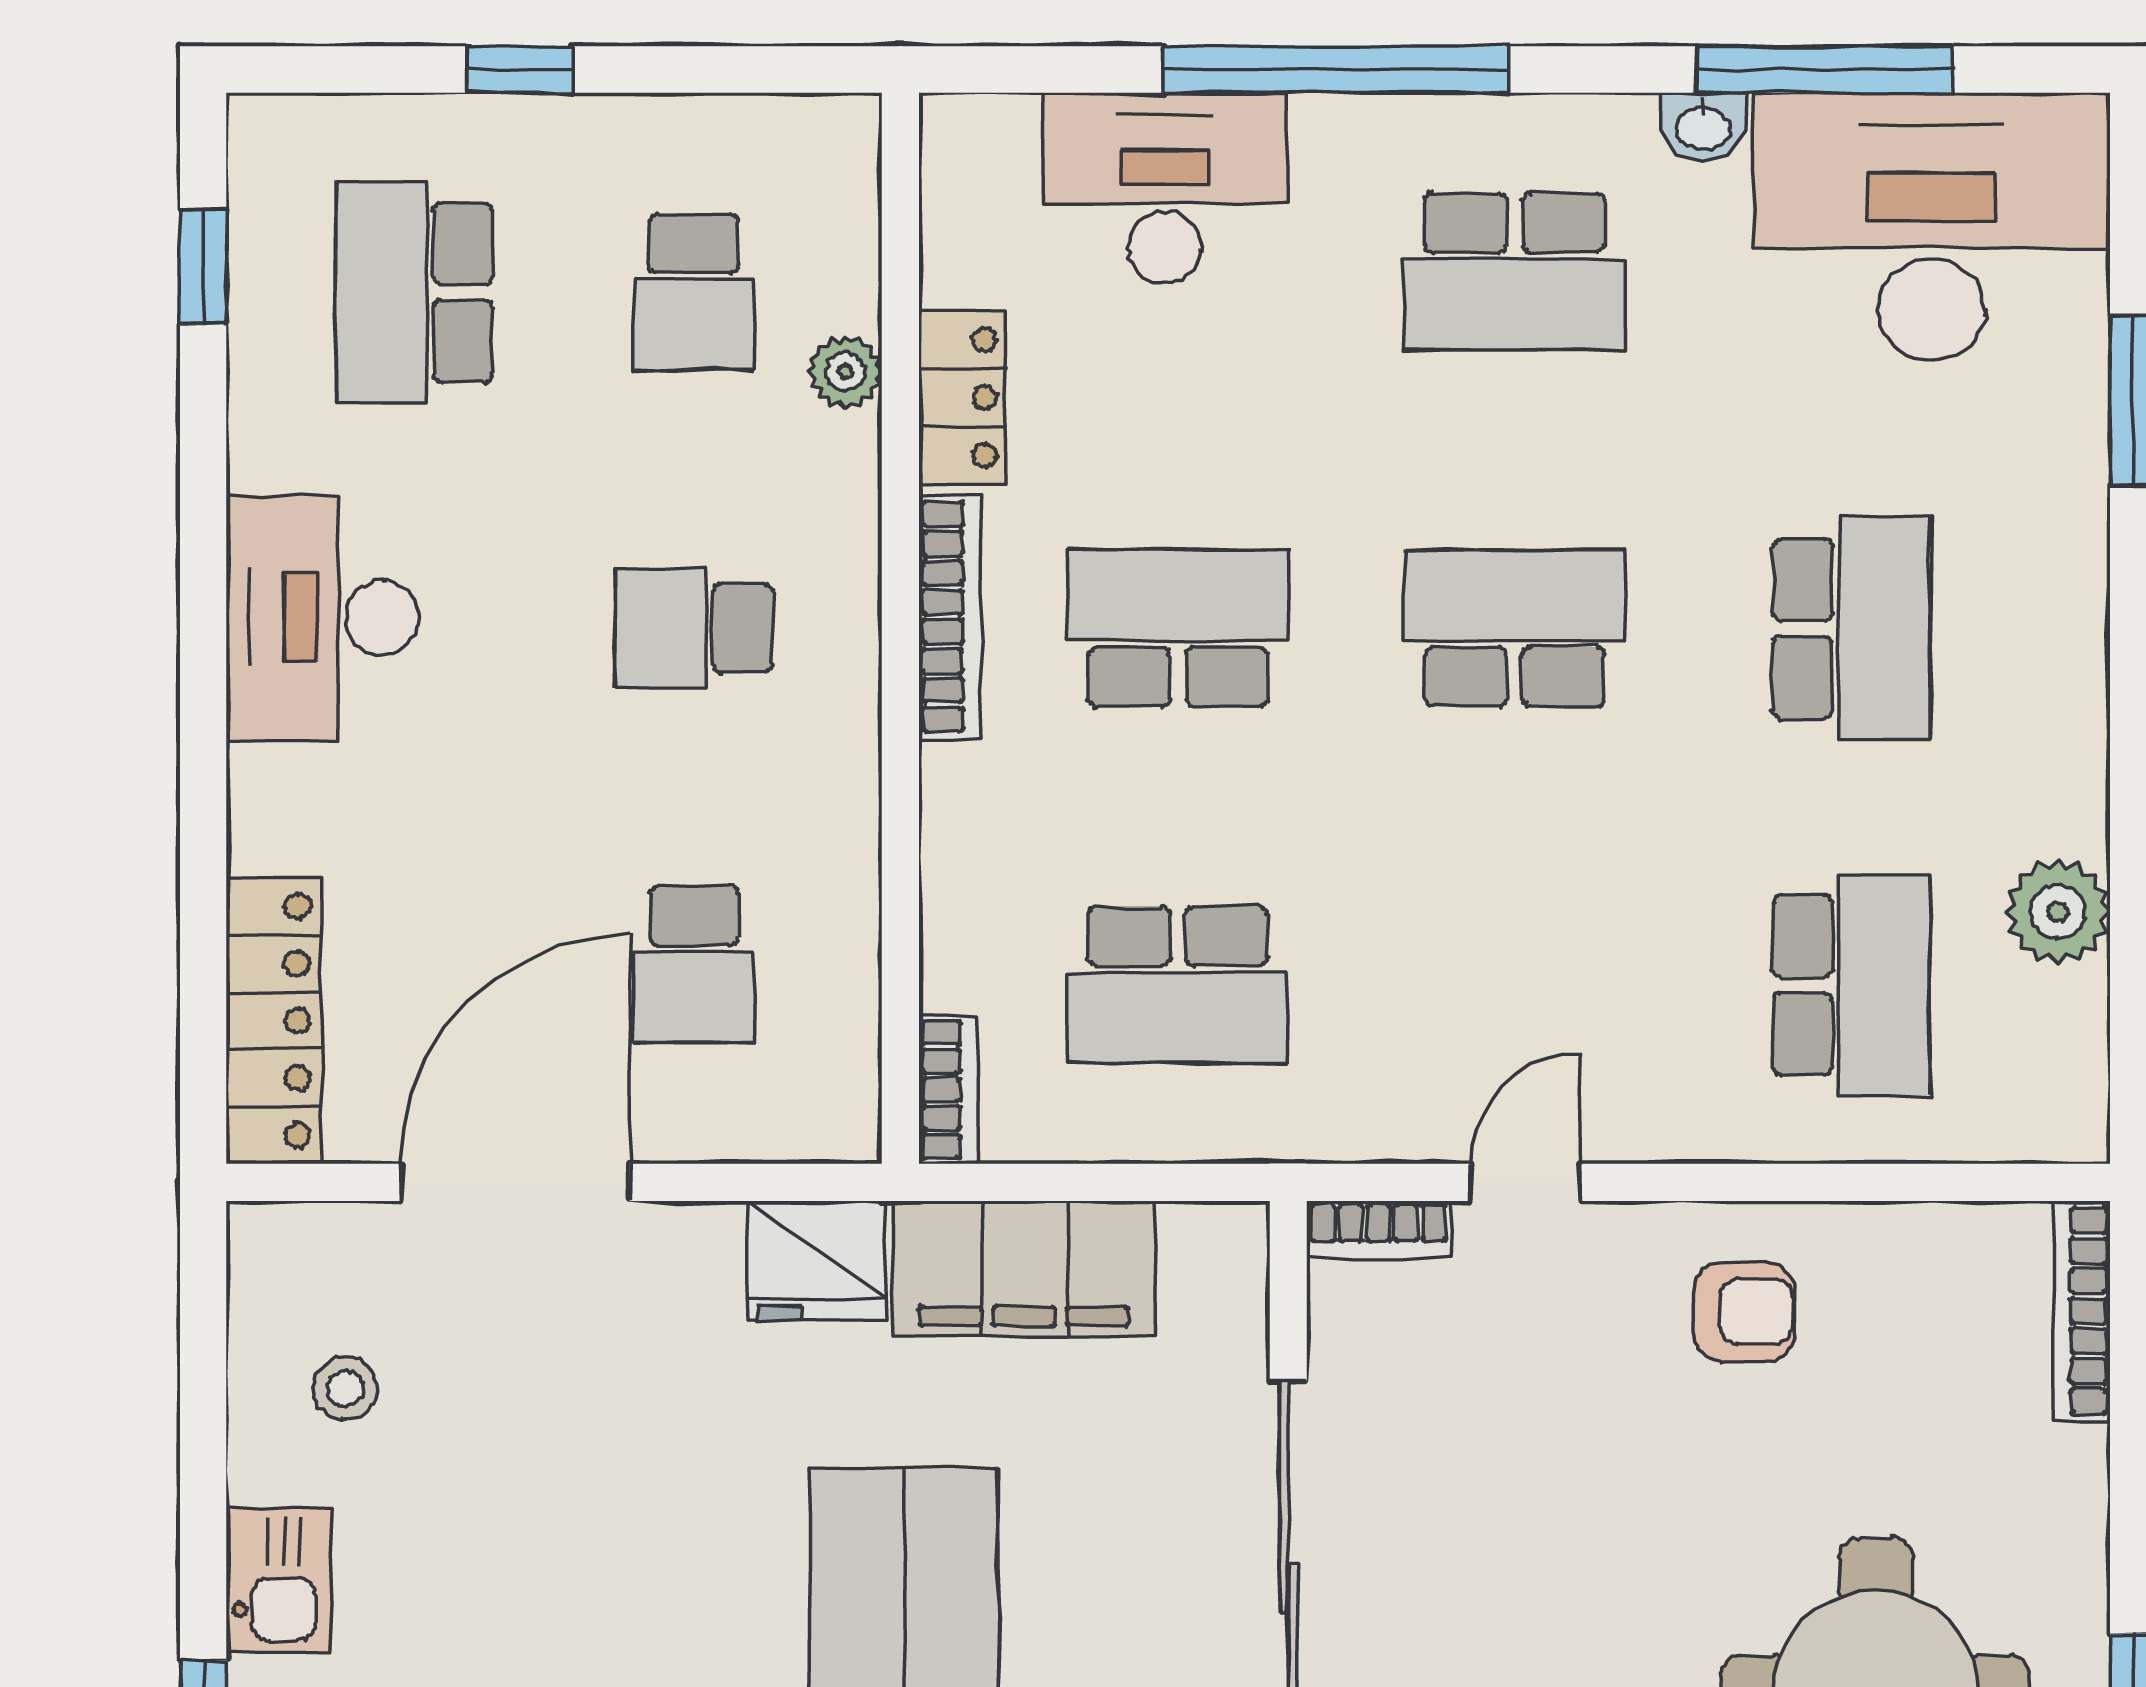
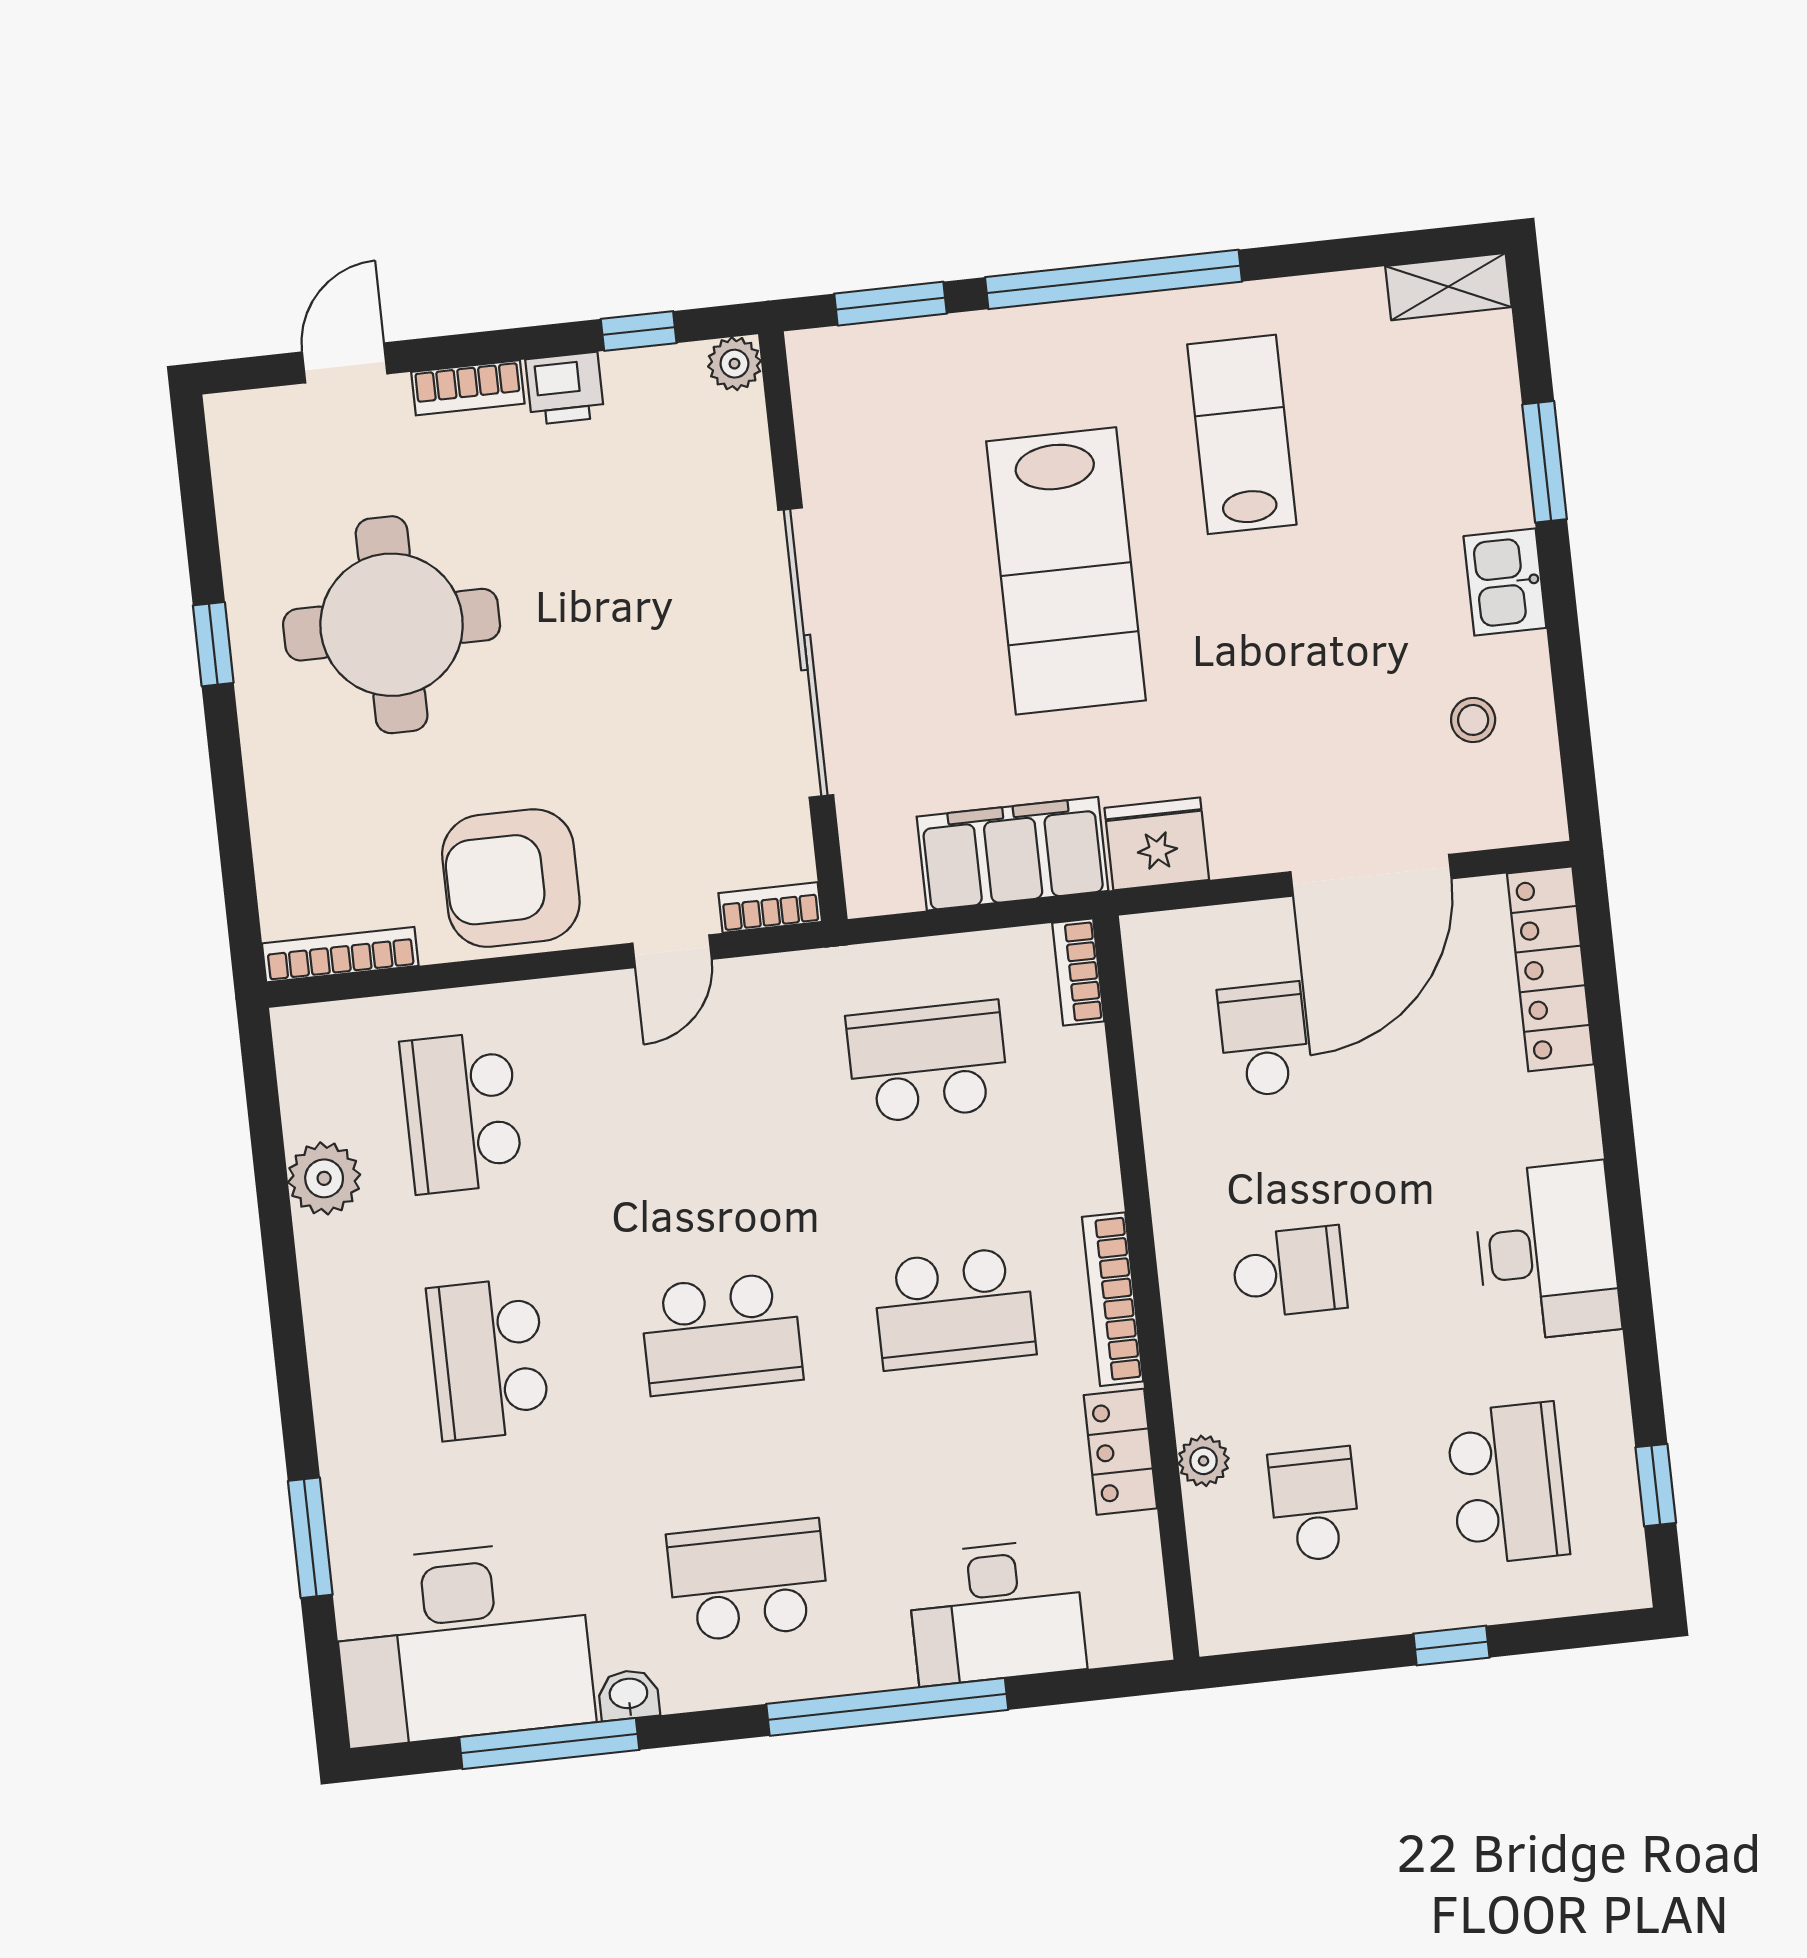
bookcase: (2082, 1311) -> (340, 955), moved, turned -90
armchair: (1744, 1312) -> (511, 878), width x1.88, depth x1.88

